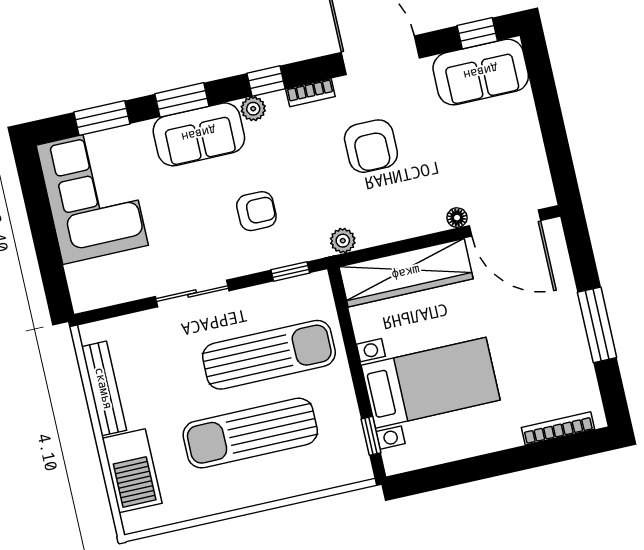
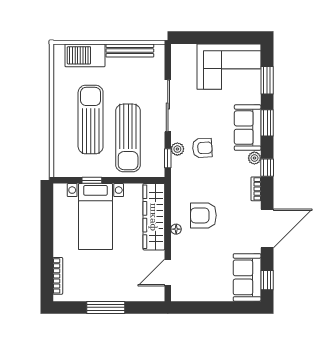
armchair: (371, 146) -> (203, 215), moved
armchair: (256, 211) -> (202, 148), turned -93
floor lamp: (457, 218) -> (176, 229), moved
door: (505, 223) -> (168, 272), width x0.73
plant: (343, 241) -> (177, 149), moved
sliding door: (192, 294) -> (168, 106), width x1.37
window: (371, 436) -> (92, 180), moved

